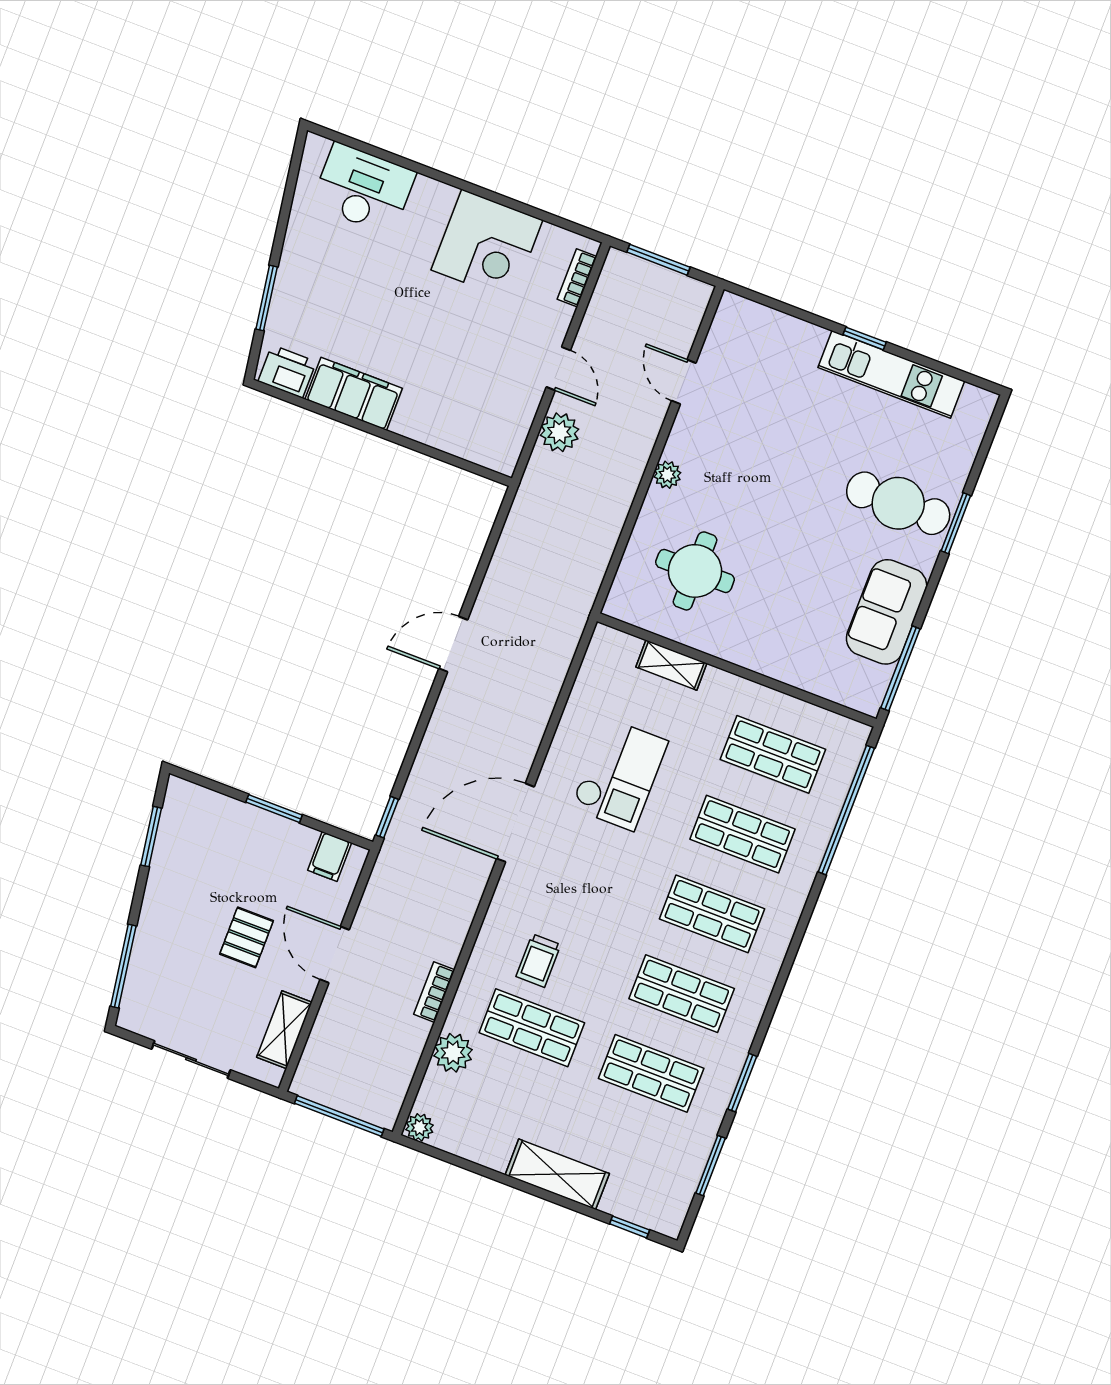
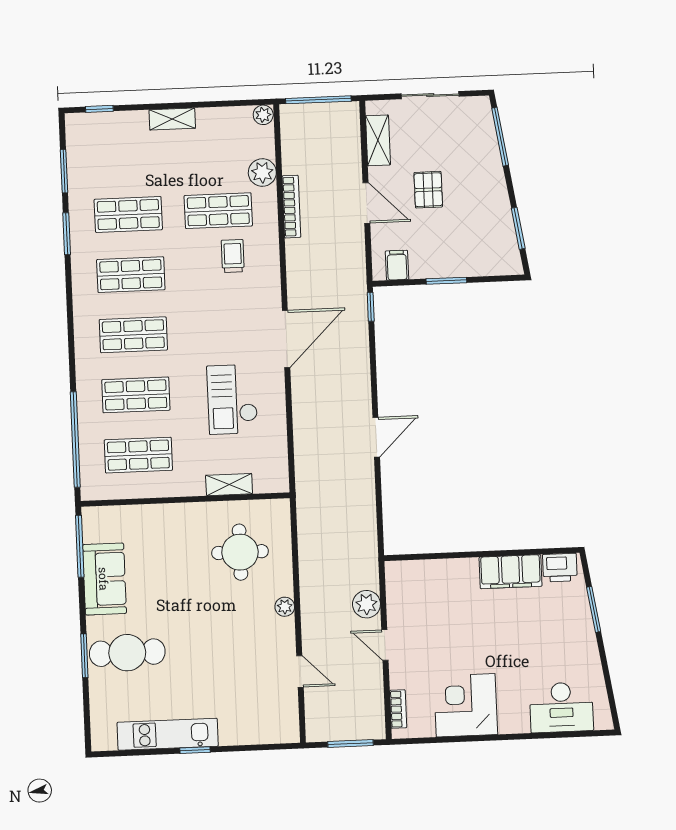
bookcase: (434, 992) -> (291, 207), width x1.56
shelving: (557, 1174) -> (172, 119), width x0.67, depth x0.75

